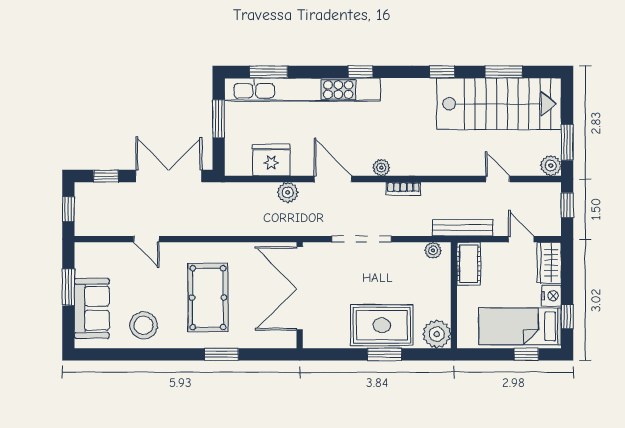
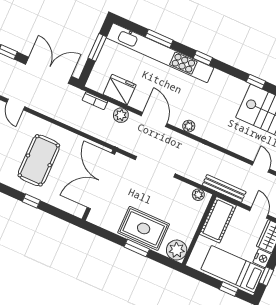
window: (269, 72) -> (159, 39), moved
bookcase: (403, 189) -> (95, 101), moved
cot: (469, 264) -> (218, 220), width x1.37, depth x1.34
window: (222, 354) -> (31, 201), width x0.67

